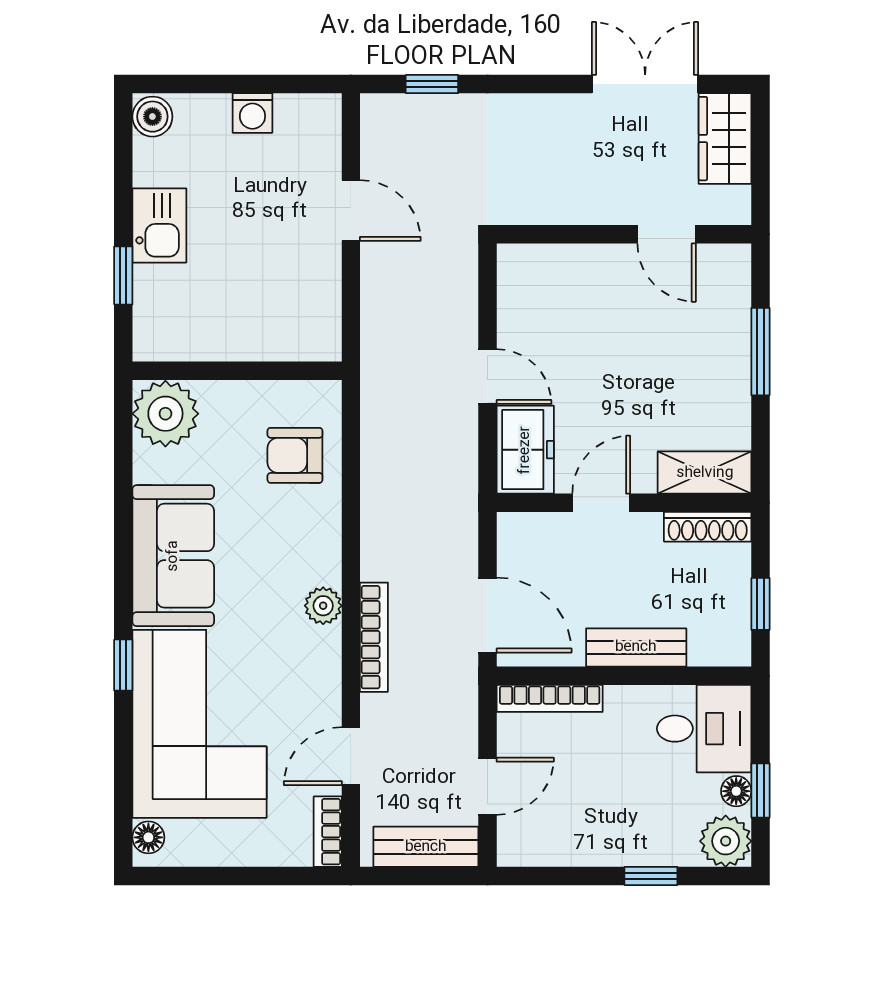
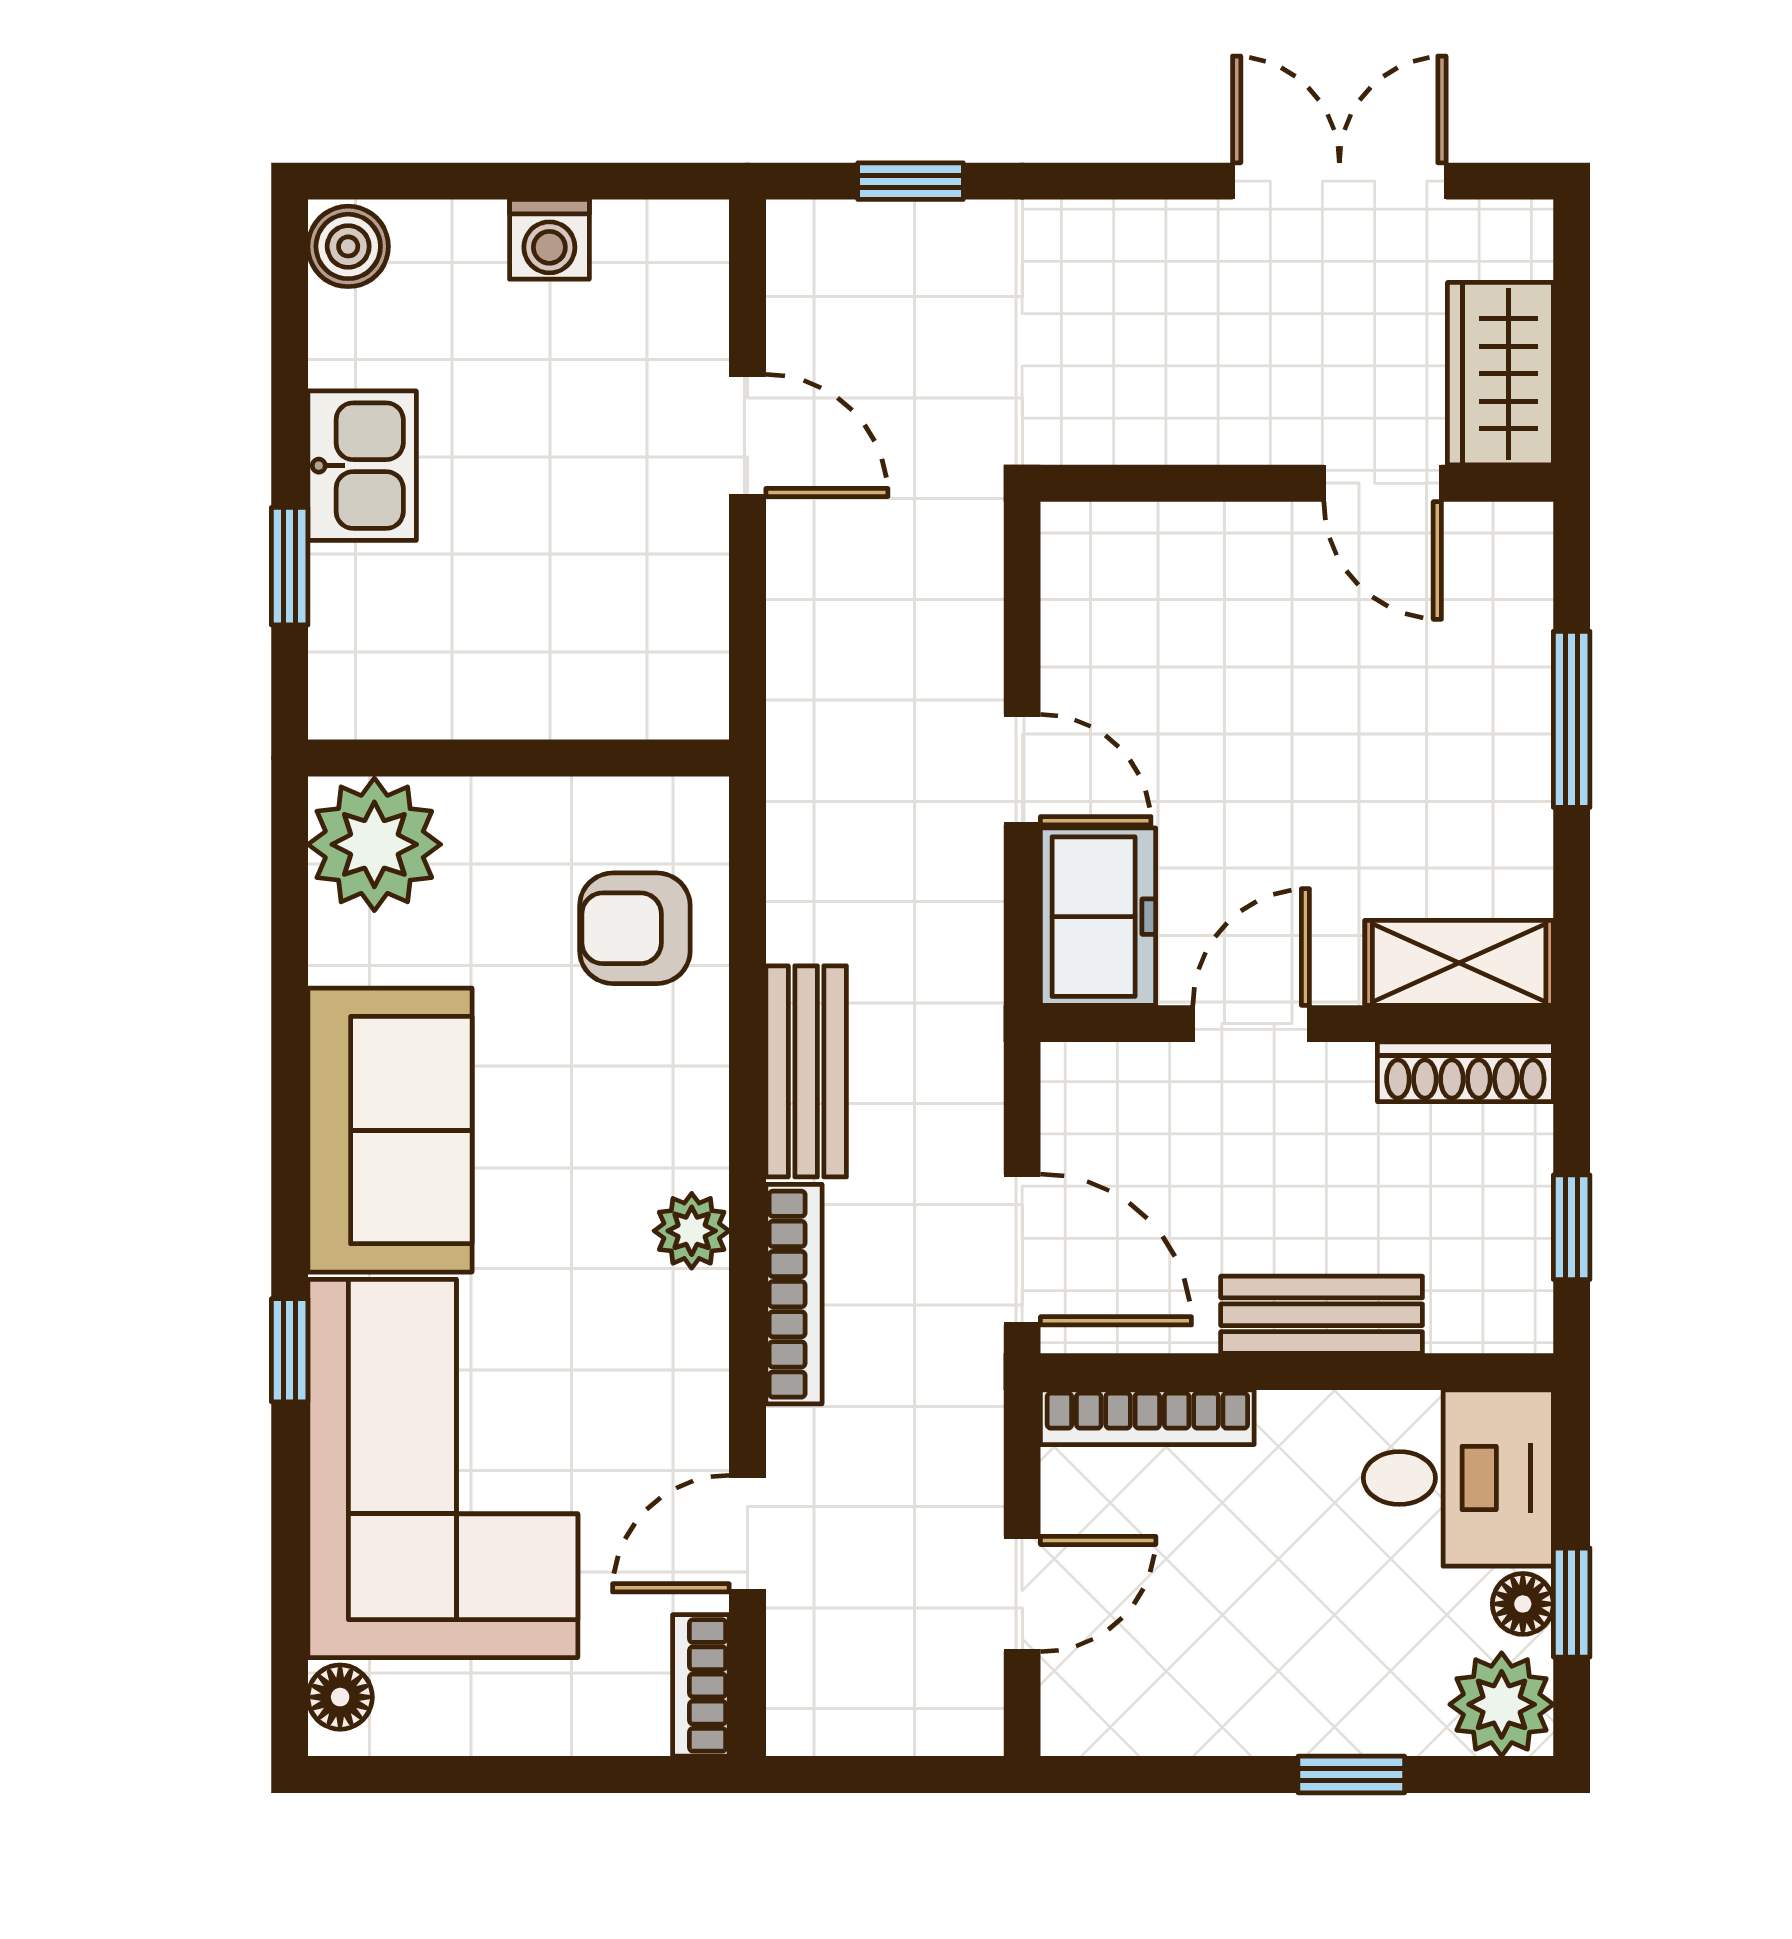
wardrobe: (725, 139) -> (1500, 374), moved
bench: (426, 847) -> (806, 1071), moved, turned 90

